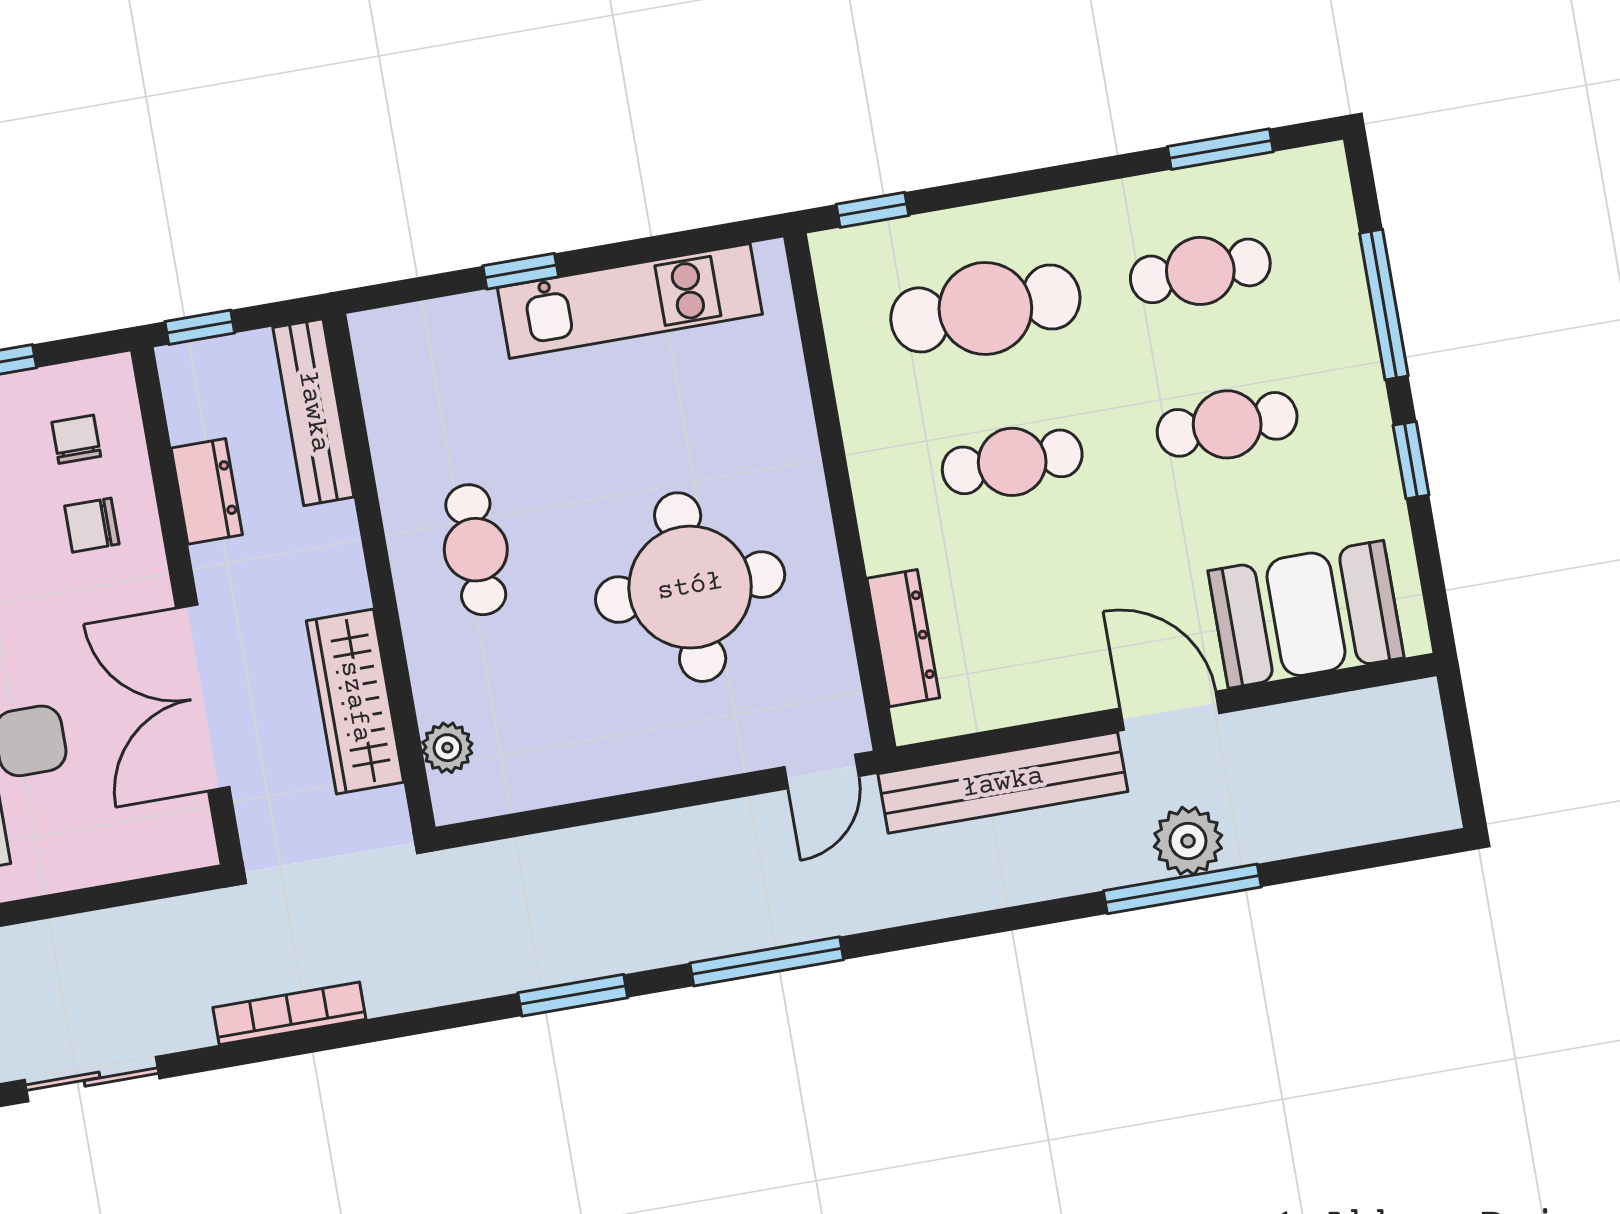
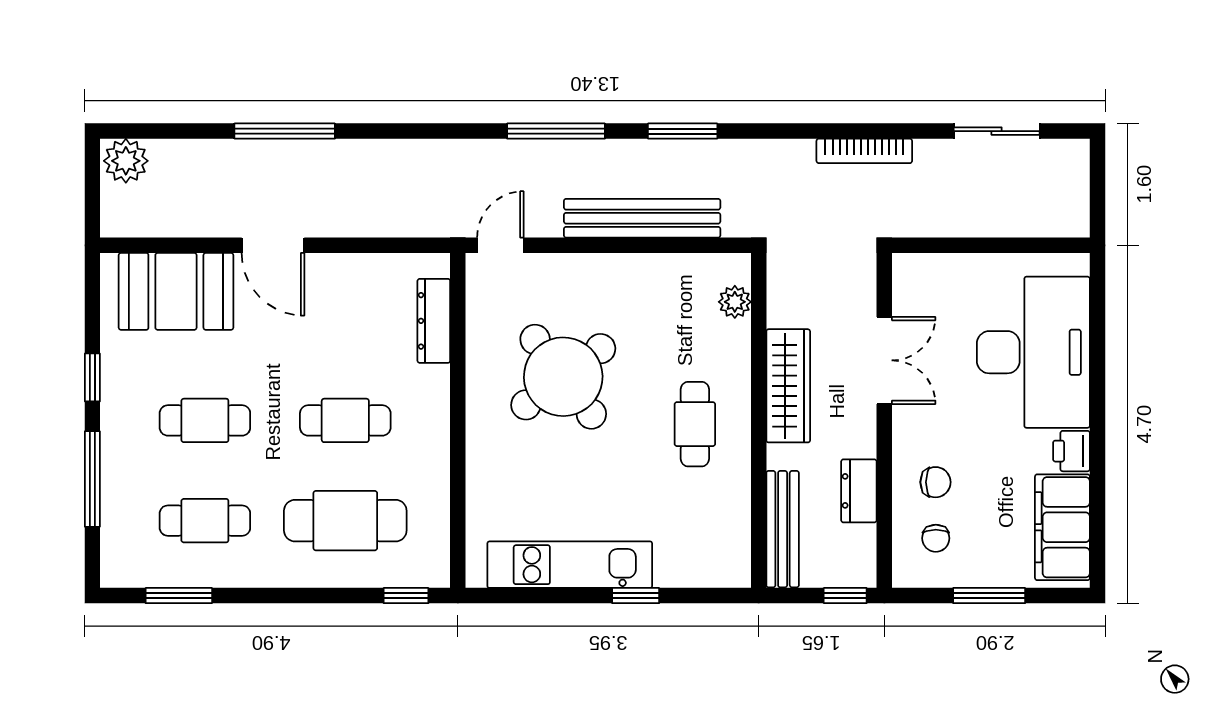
round table: (690, 587) -> (563, 377), turned -37
double door: (203, 698) -> (884, 360), width x0.73
wardrobe: (355, 702) -> (788, 386), moved
bench: (1003, 783) -> (642, 218), moved
plant: (1188, 841) -> (126, 161), moved

